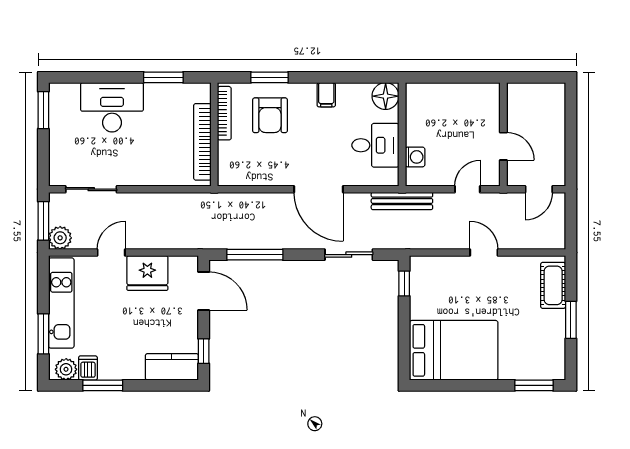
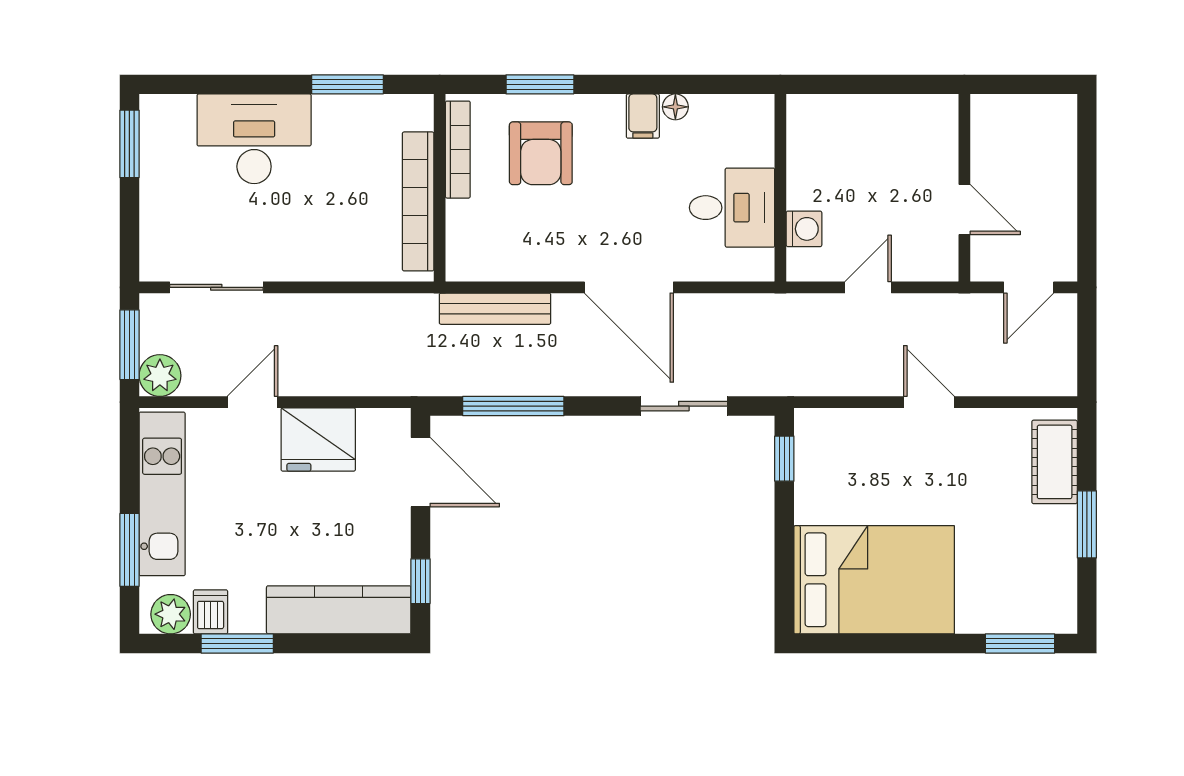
floor lamp: (386, 96) -> (675, 107), moved, width x0.53, depth x0.53
door: (467, 189) -> (868, 287), moved
bench: (402, 201) -> (495, 309), moved
kitchen counter: (172, 367) -> (339, 610), width x1.50

